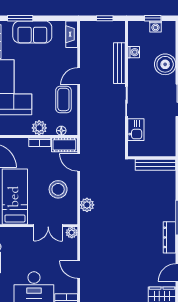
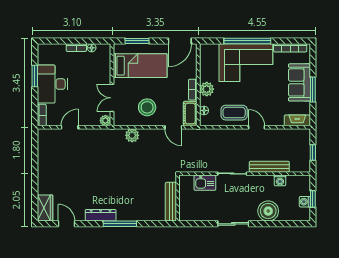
window: (20, 18) -> (313, 90), moved
door: (79, 162) -> (173, 127), swing flipped

